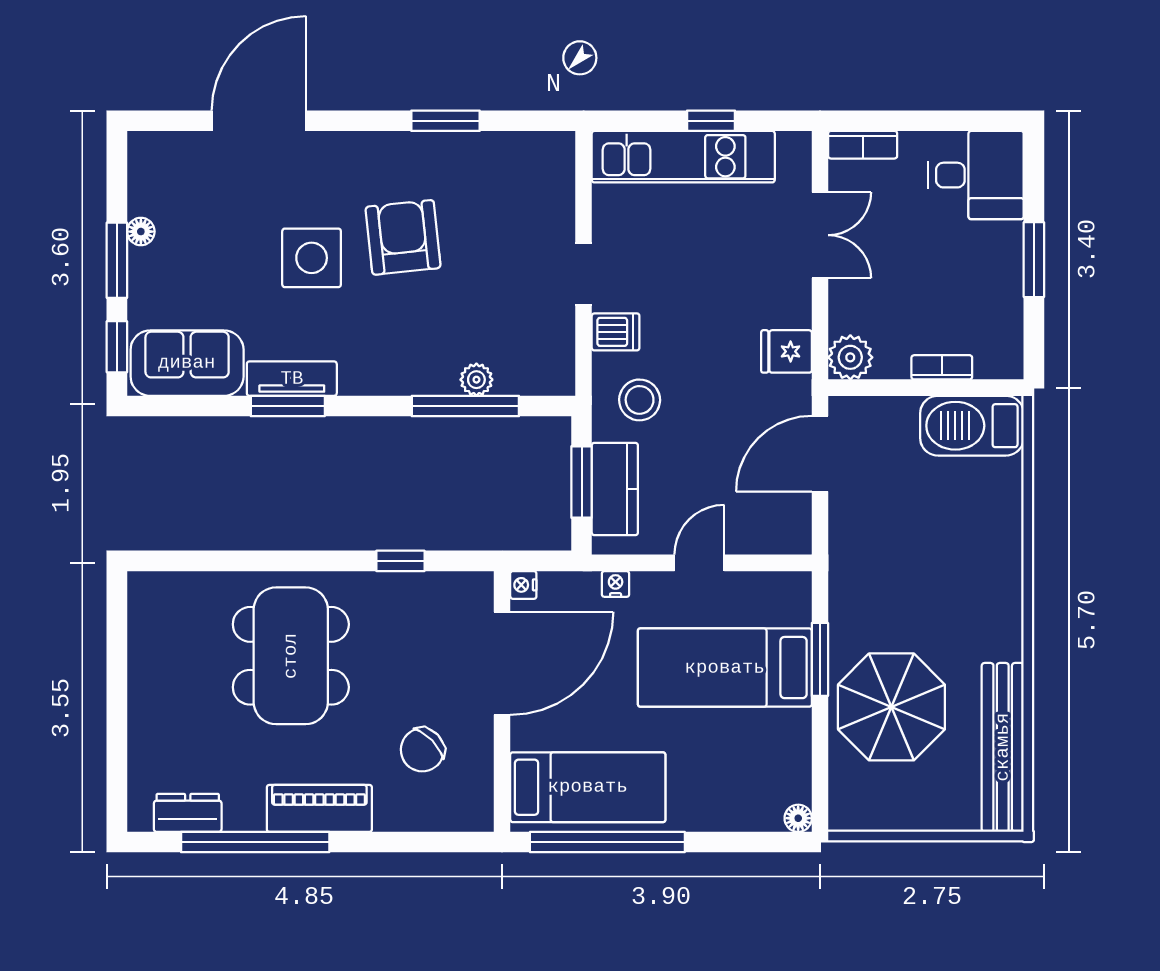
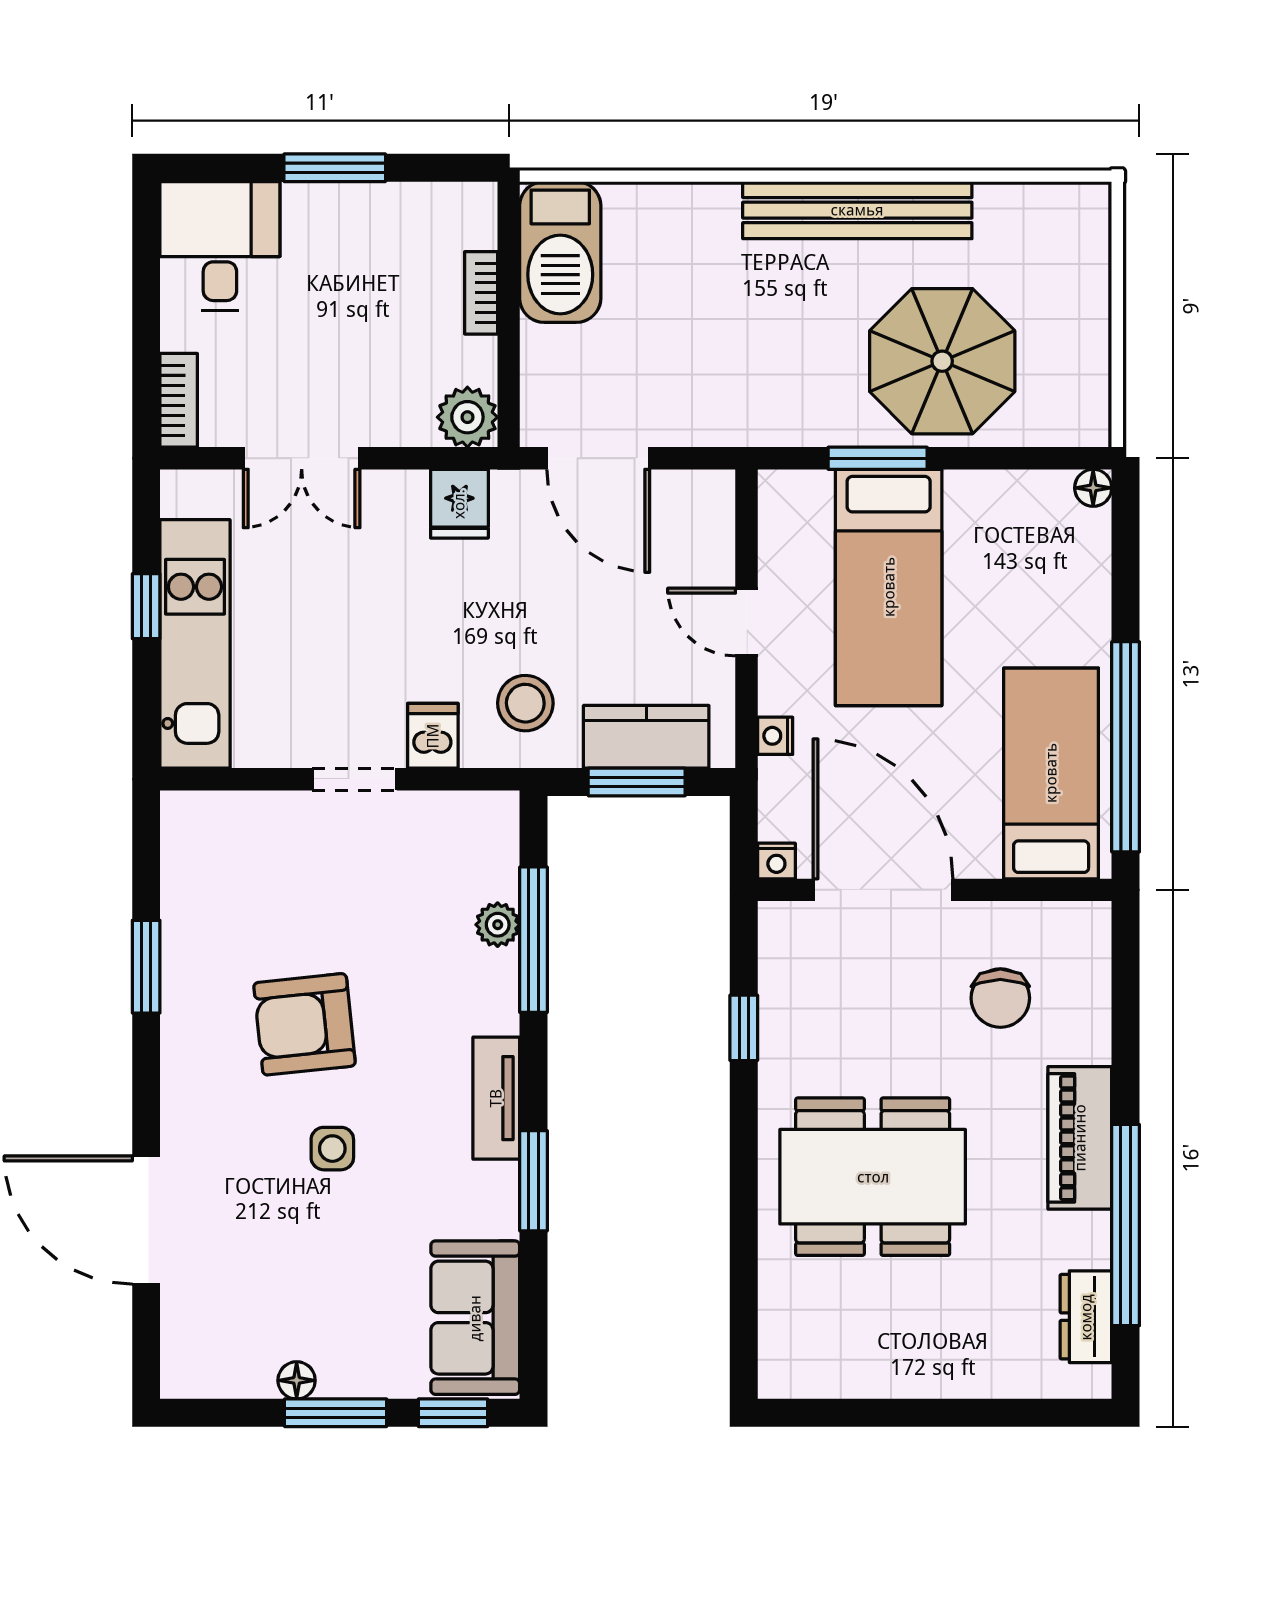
double door: (820, 235) -> (302, 458), swing flipped
side table: (312, 258) -> (332, 1149), width x0.54, depth x0.54
tv unit: (292, 379) -> (496, 1098), moved
bench: (1003, 747) -> (857, 210), moved
chair: (422, 750) -> (1000, 998), turned 44

